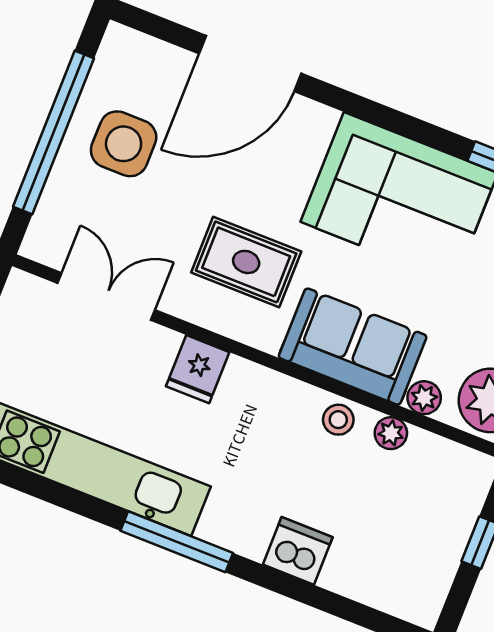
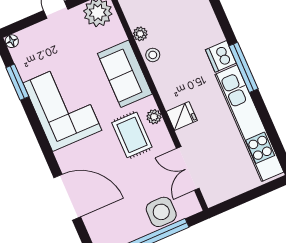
side table: (124, 144) -> (161, 212), moved
plant: (424, 398) -> (154, 117), moved
dishwasher: (298, 551) -> (221, 56), moved

